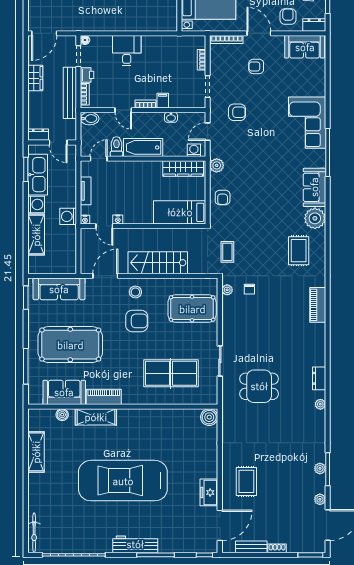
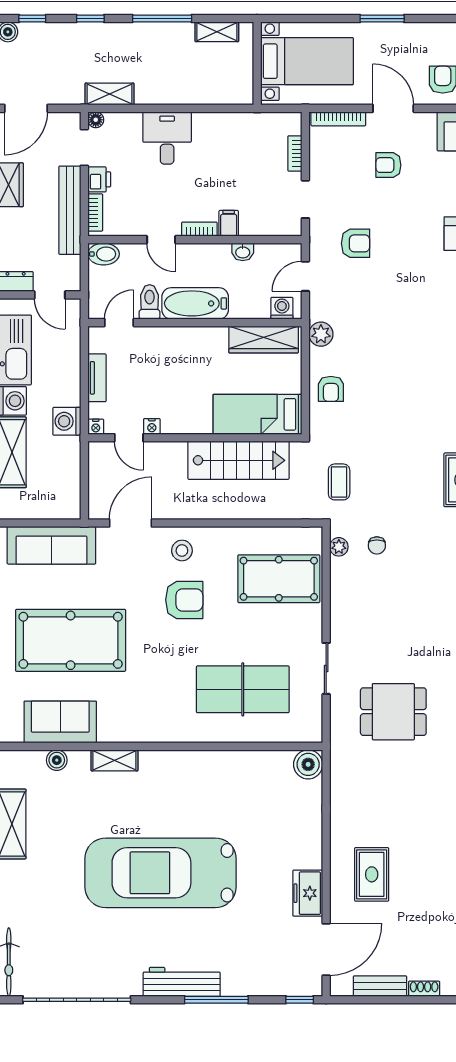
shelving: (93, 25) -> (109, 94), added
stairs: (158, 263) -> (238, 460), moved, turned 180
piano: (104, 397) -> (128, 730), removed
shelving: (96, 417) -> (114, 760), width x0.67, depth x0.75

